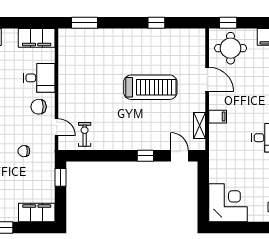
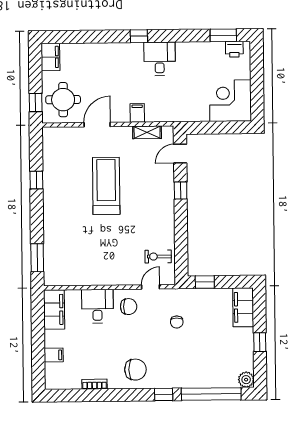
chair: (39, 107) -> (129, 307), turned -90

